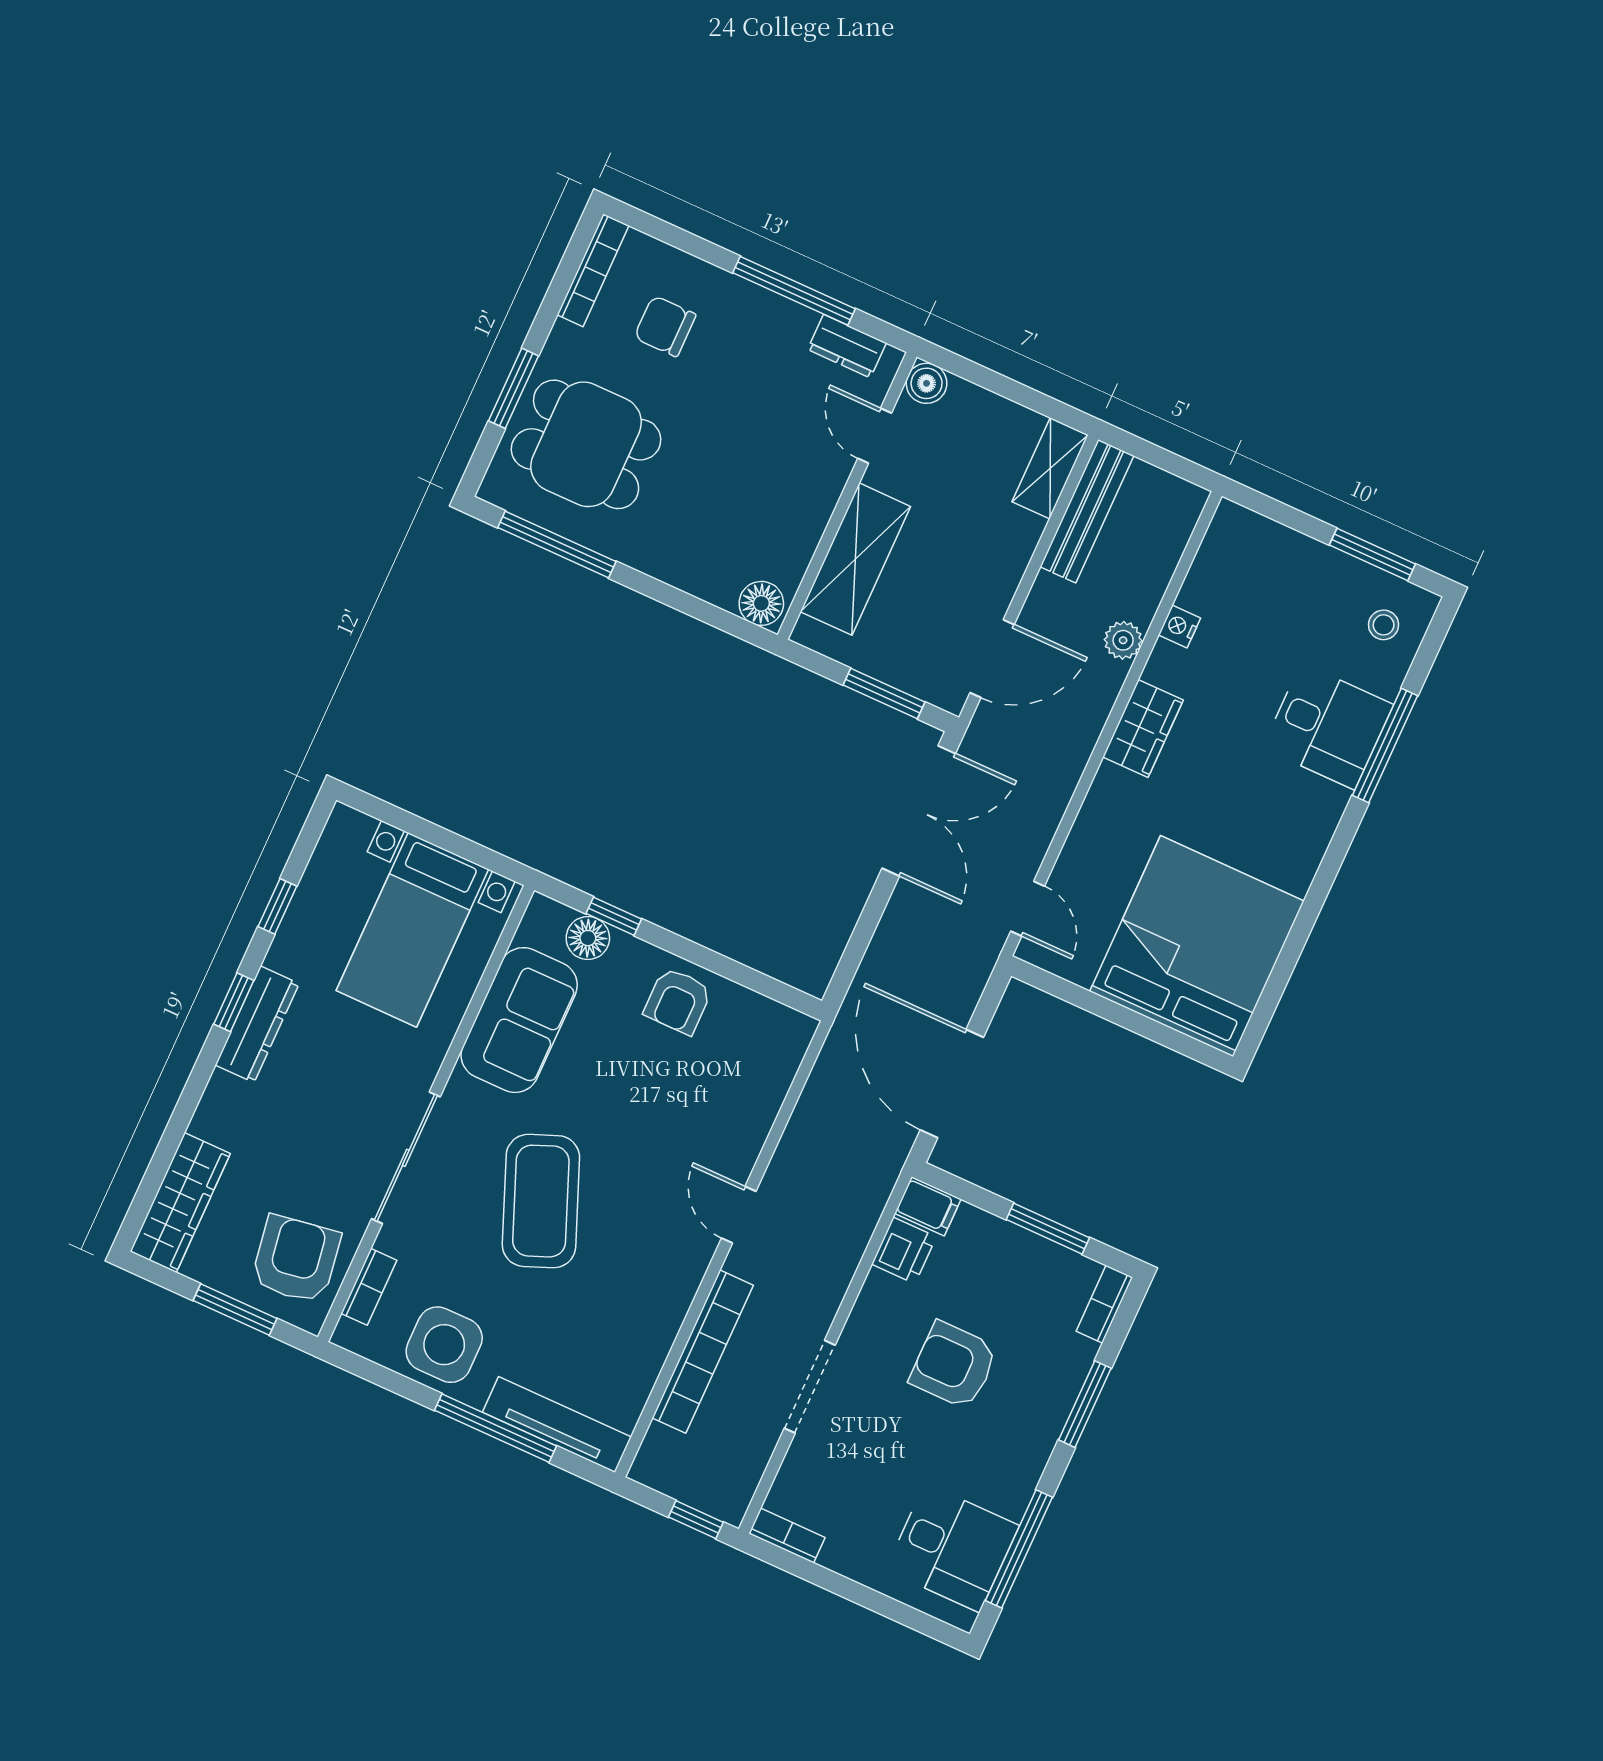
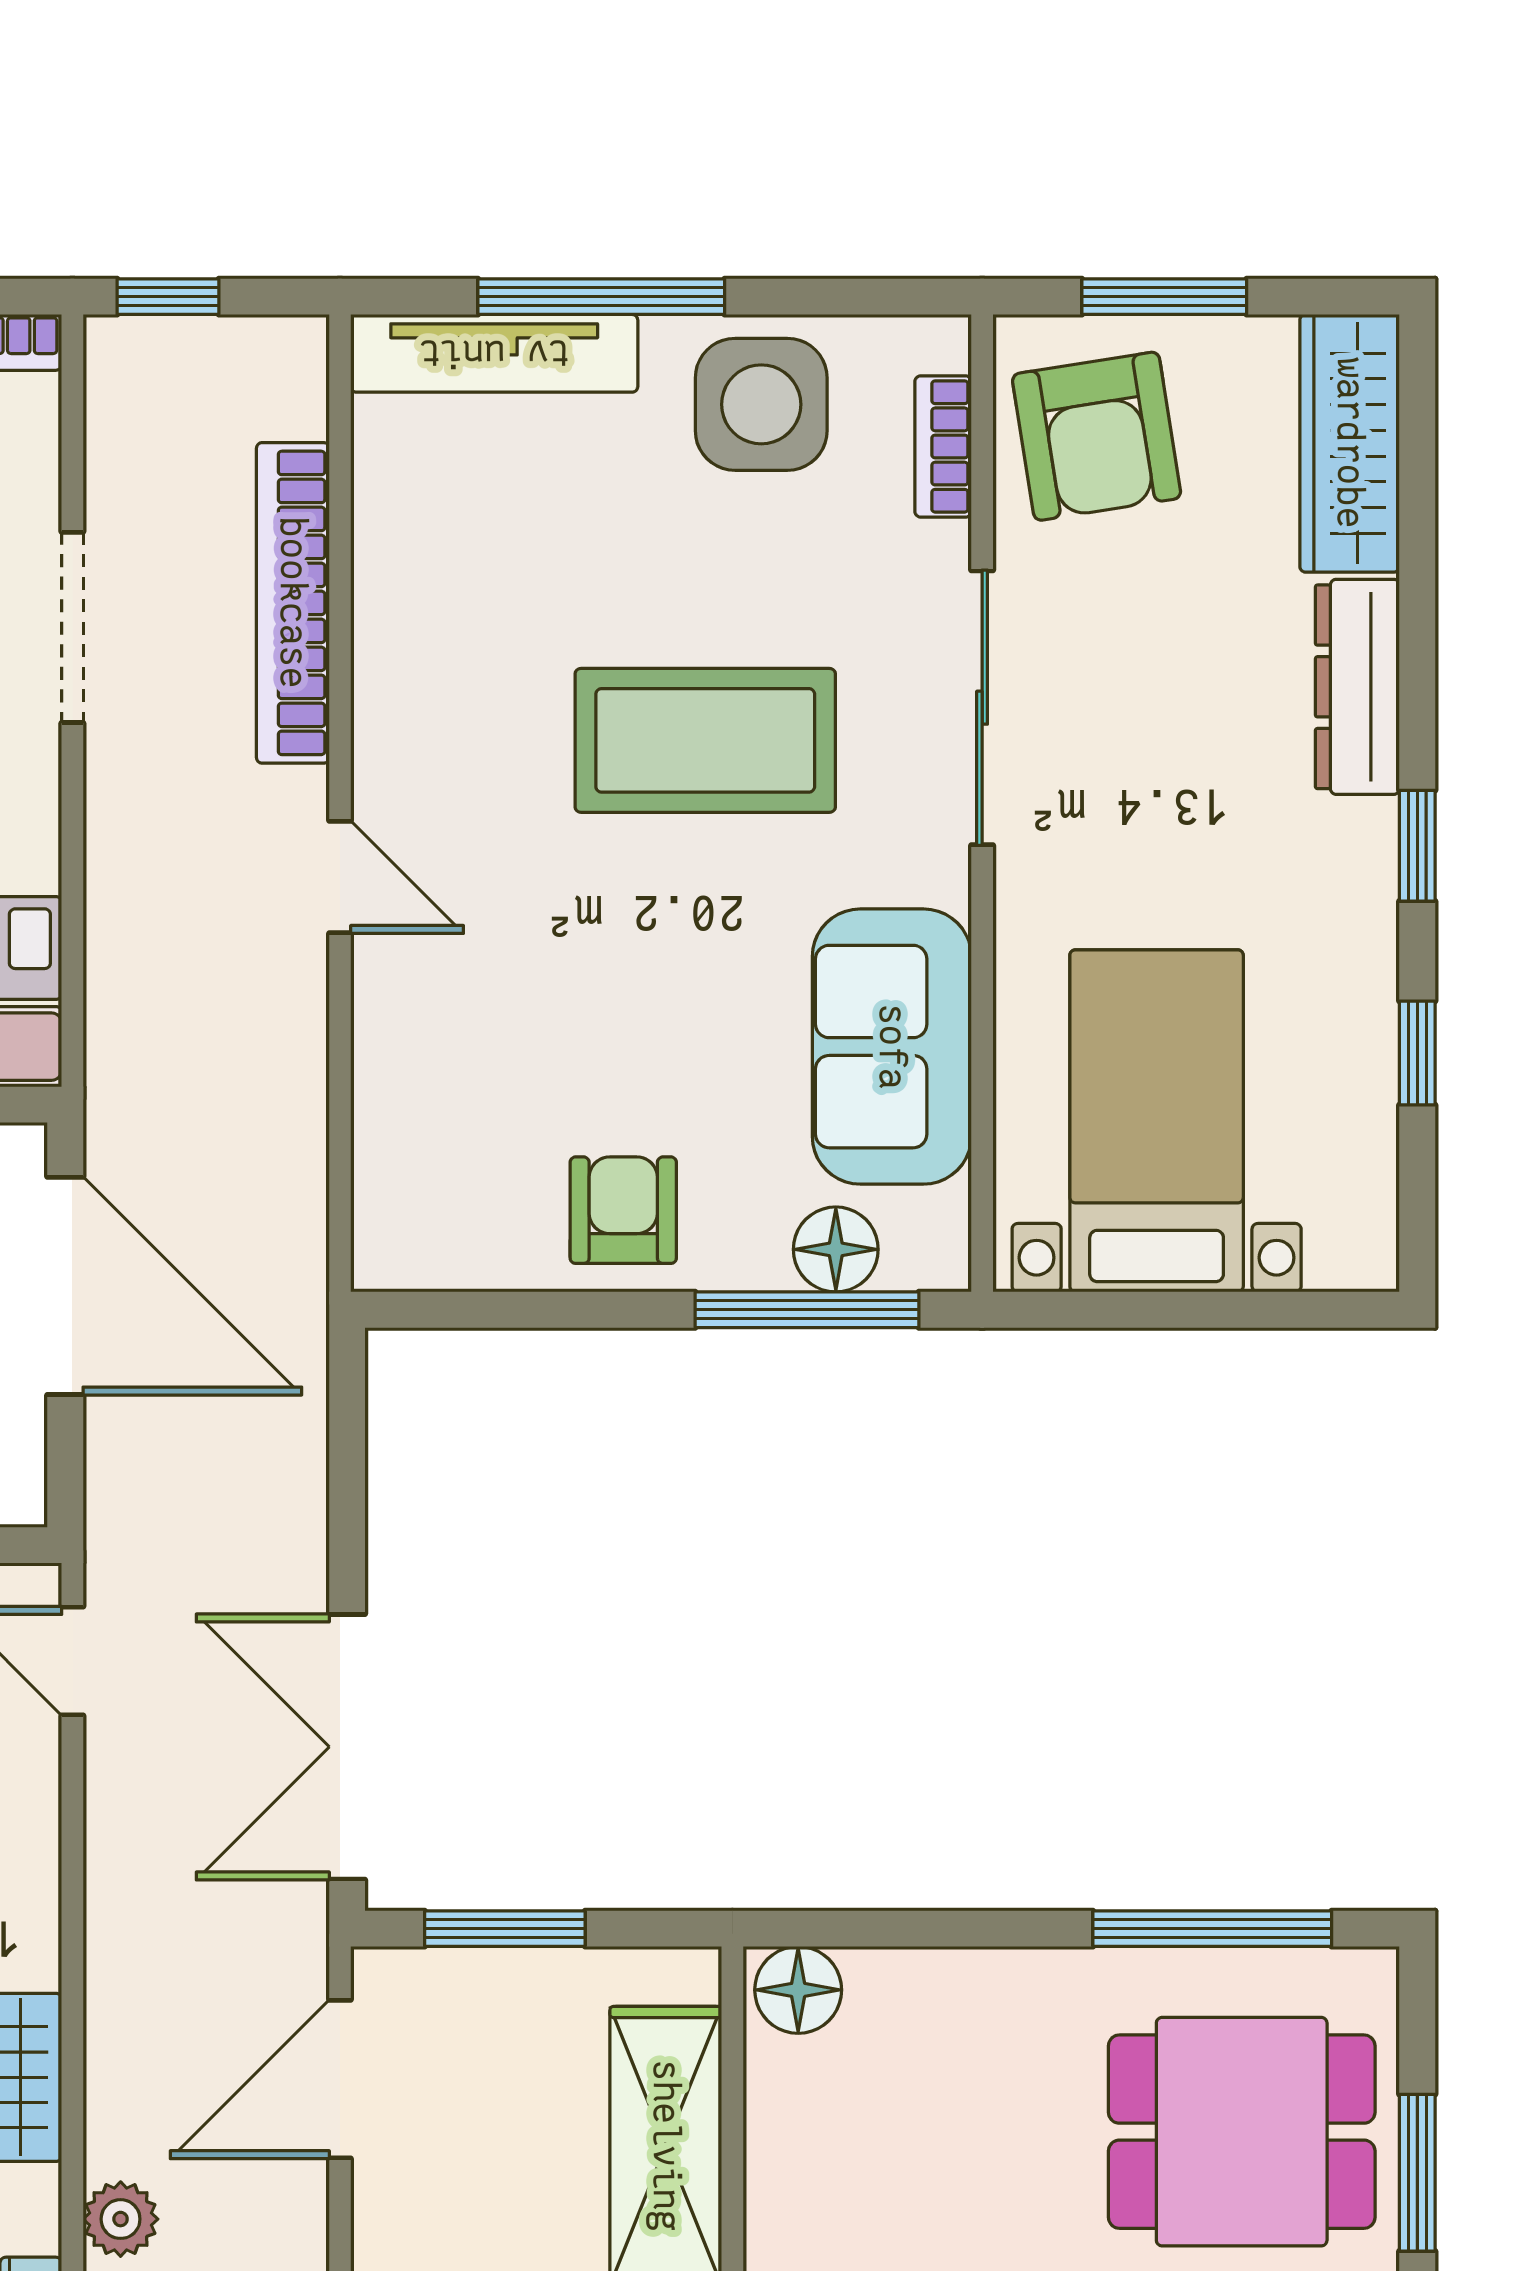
window: (614, 916) -> (807, 1310), width x2.17
dresser: (257, 1024) -> (1357, 687), moved
coffee table: (541, 1201) -> (705, 740), turned -68

